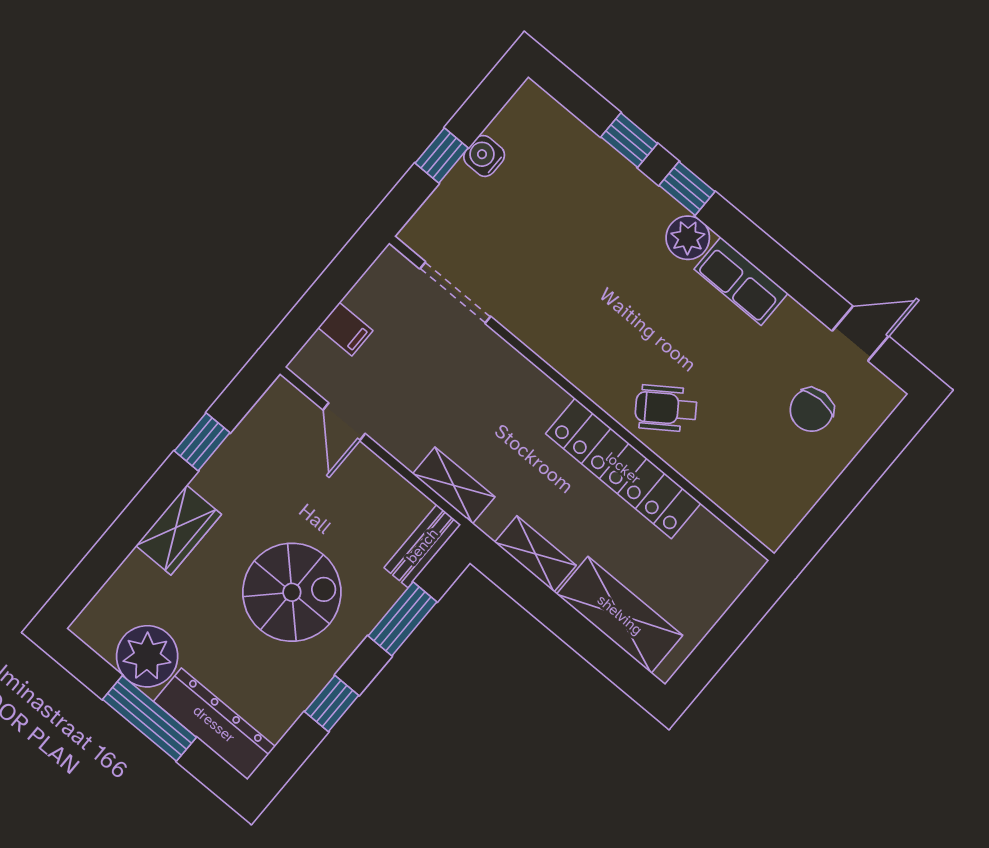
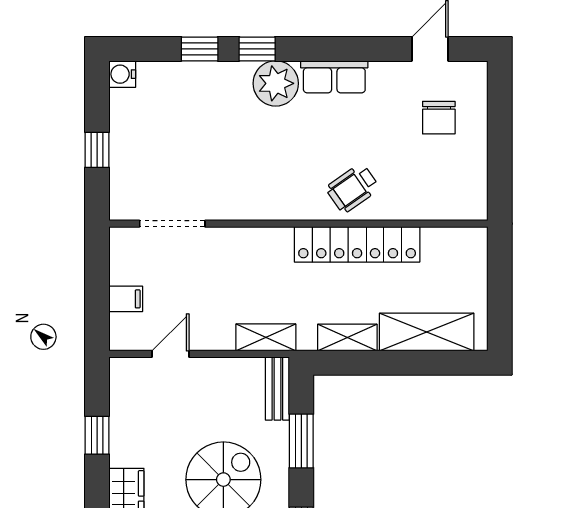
water cooler: (484, 156) -> (122, 74), moved
plant: (688, 238) -> (276, 83), width x1.36, depth x1.36
door: (344, 422) -> (170, 354), swing flipped

